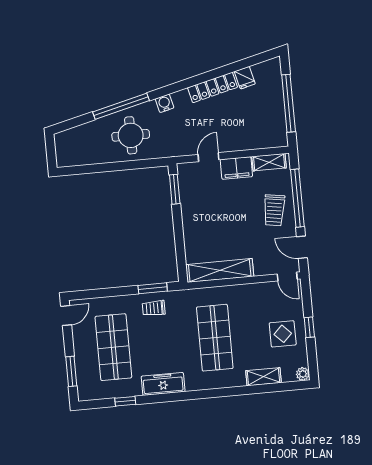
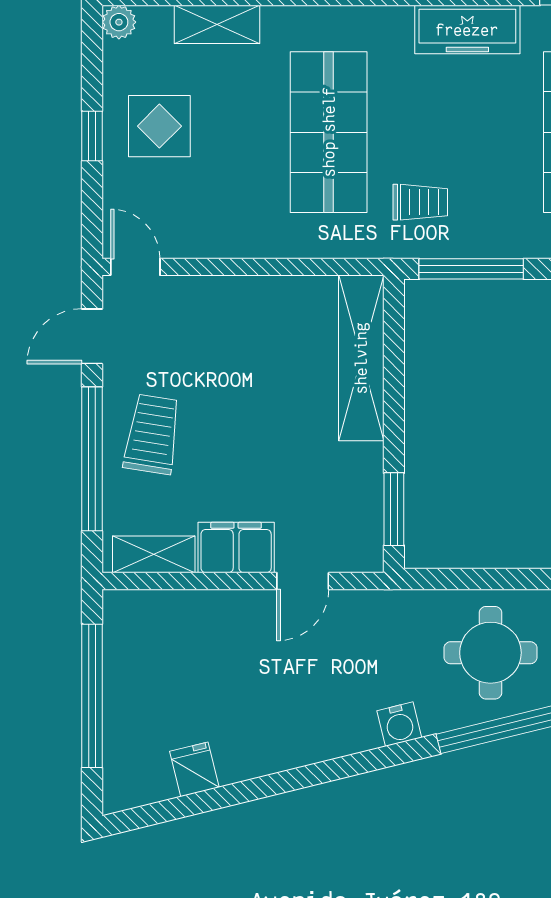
locker: (212, 87) -> (277, 753), removed
door: (302, 247) -> (92, 336), swing flipped
shelving: (220, 270) -> (361, 358), moved, turned 90
window: (153, 288) -> (471, 269), width x1.44
trolley: (154, 308) -> (420, 202), moved

